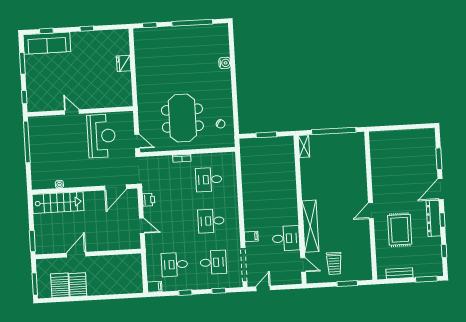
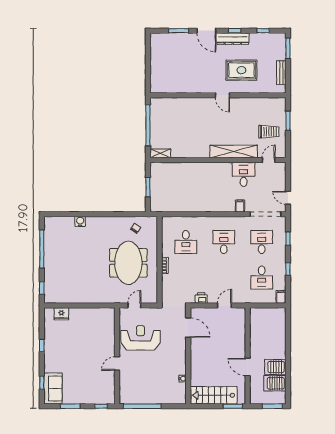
sofa: (47, 43) -> (53, 388), width x0.73
fridge: (124, 63) -> (61, 314), moved
meeting table: (182, 118) -> (128, 263), turned 90
door: (137, 141) -> (134, 305), moved
stairs: (58, 203) -> (214, 395), moved, turned -90
desk: (211, 221) -> (224, 242), turned 180

